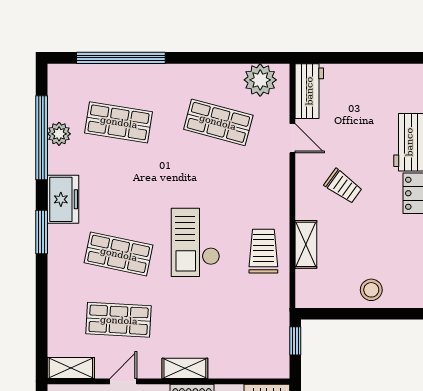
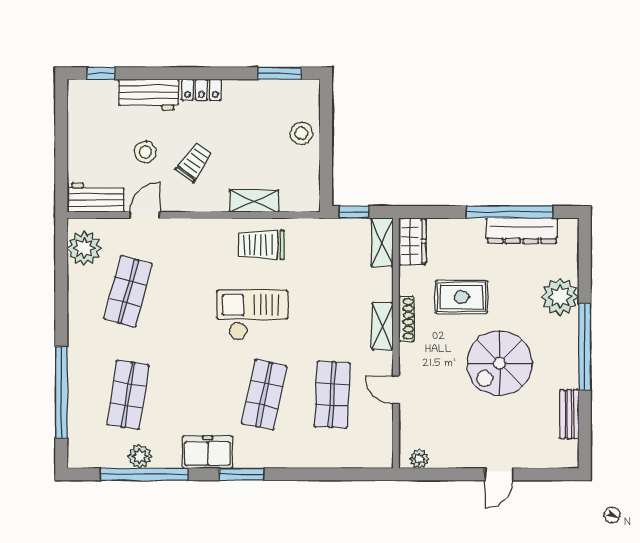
stool: (353, 139) -> (145, 152), added
checkout: (195, 242) -> (252, 315), turned 180
shelving: (71, 368) -> (382, 242), moved

